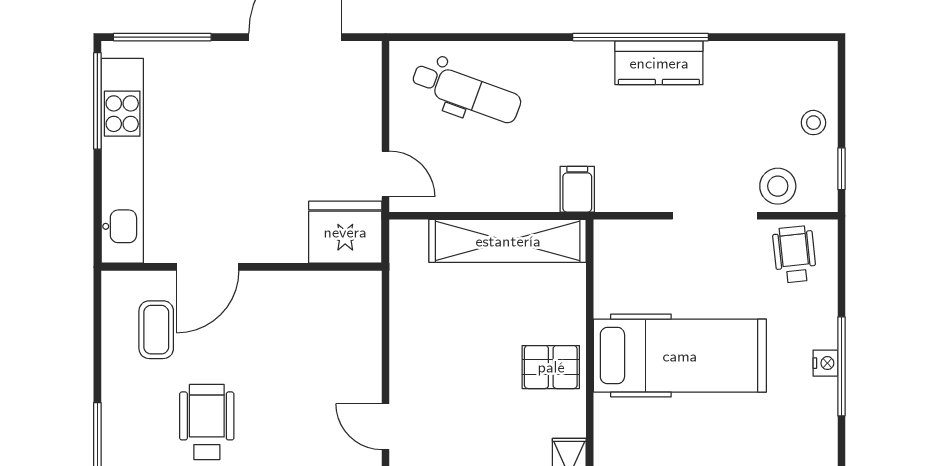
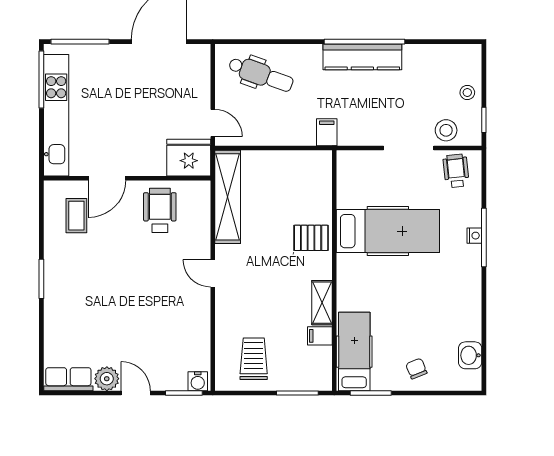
kitchen counter: (659, 63) -> (362, 57), width x1.50
shelving: (508, 241) -> (228, 197), moved, turned 90
wheelchair: (207, 422) -> (160, 210), moved

